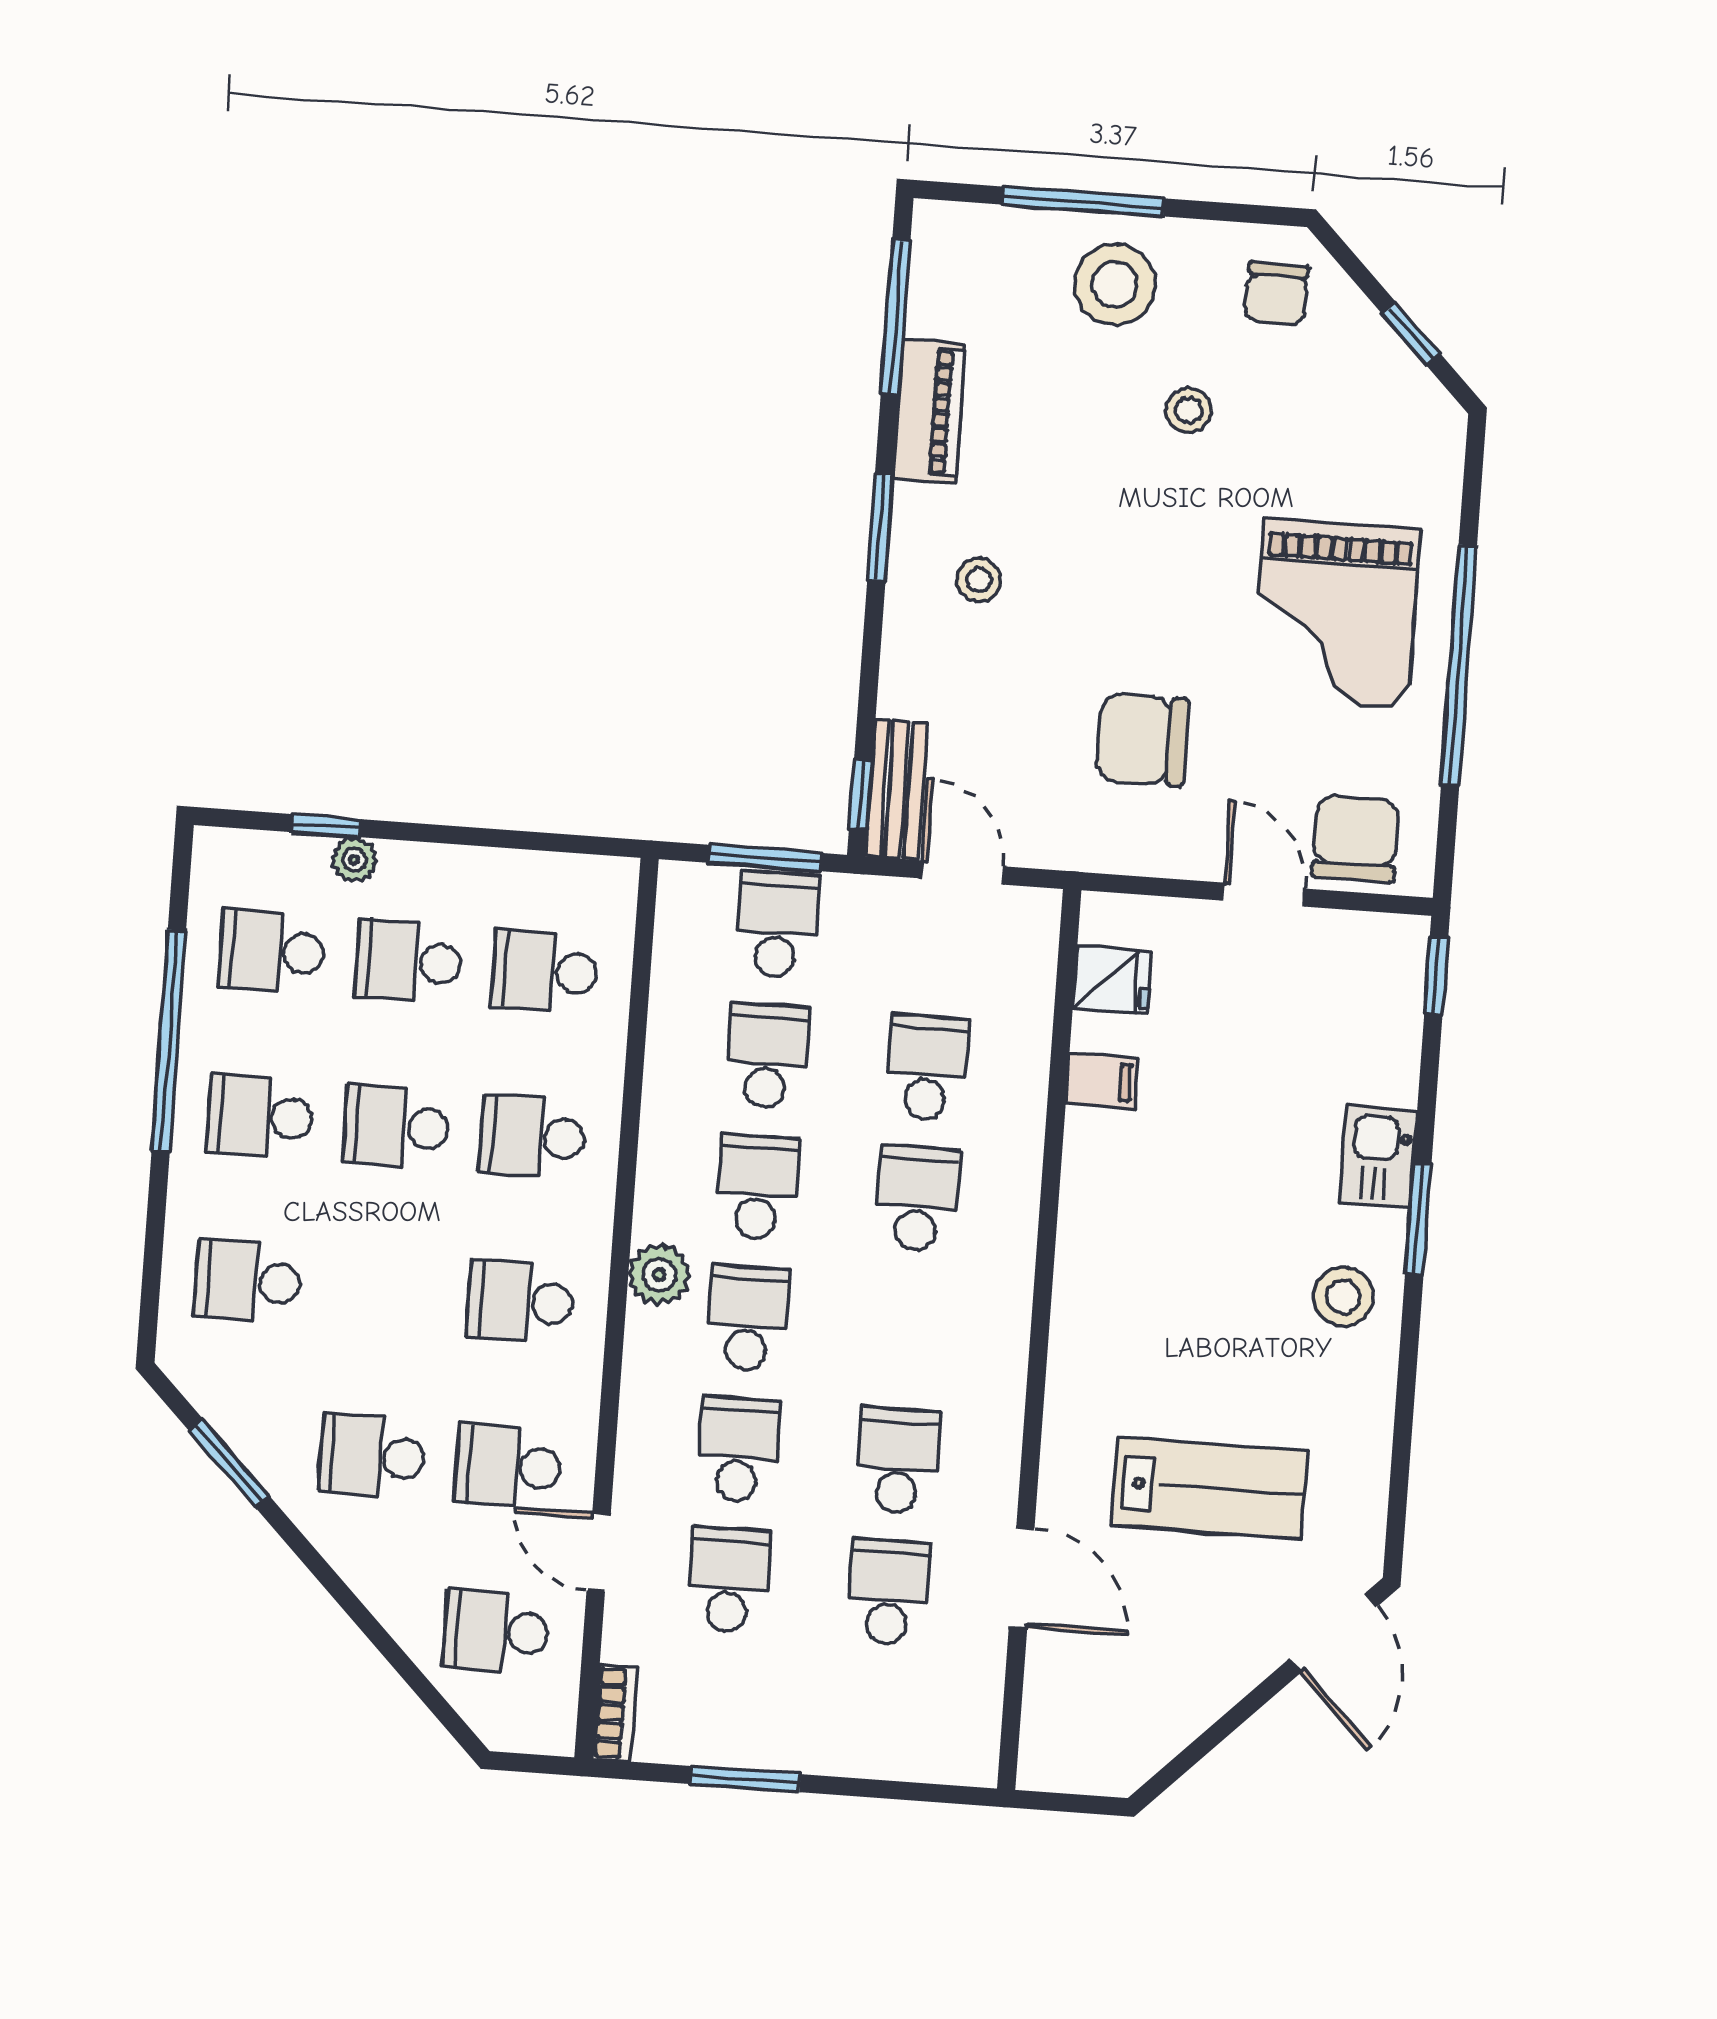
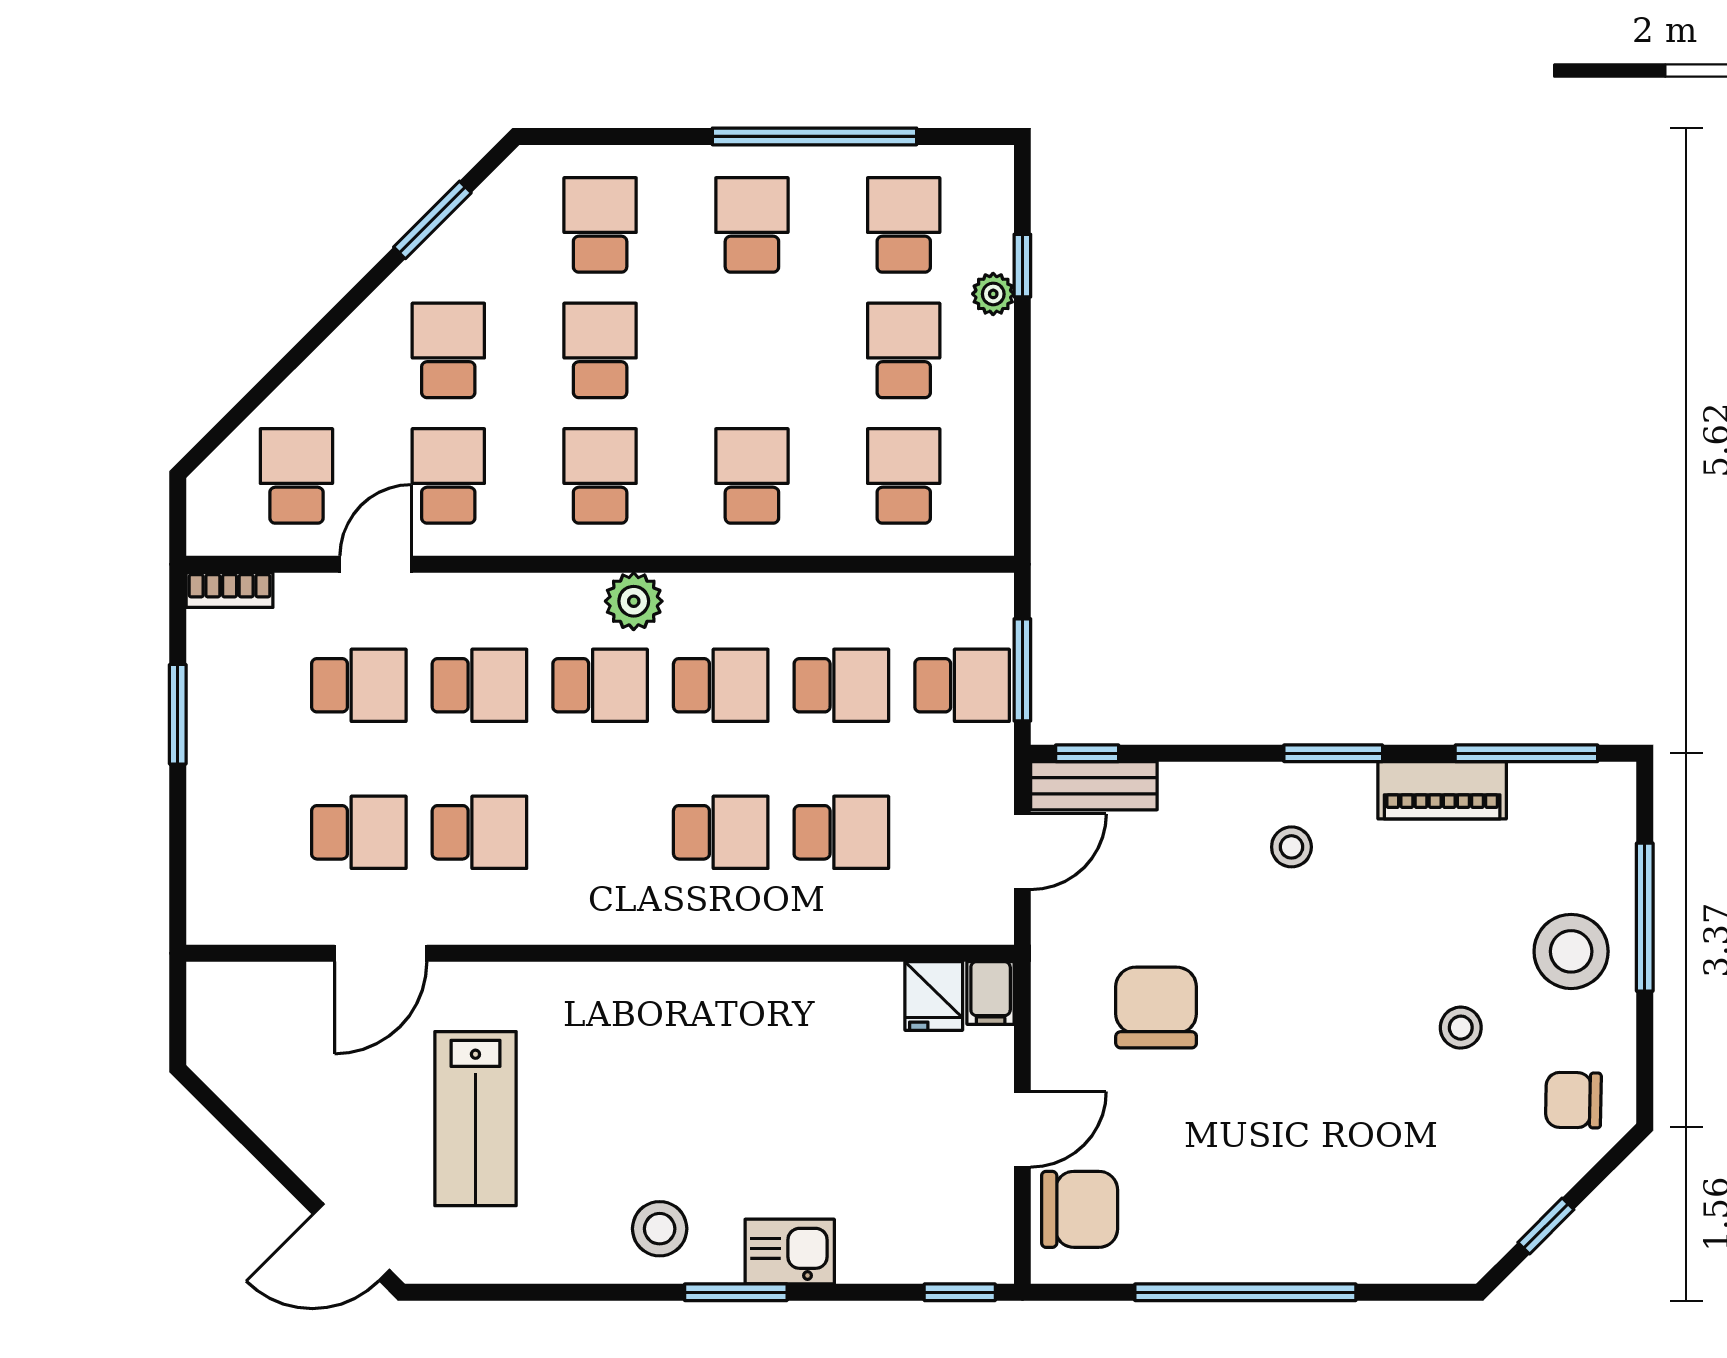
grand piano: (1336, 614) -> (1284, 1176), removed
filing cabinet: (1102, 1081) -> (991, 993), moved
school desk: (396, 1126) -> (600, 350), moved

